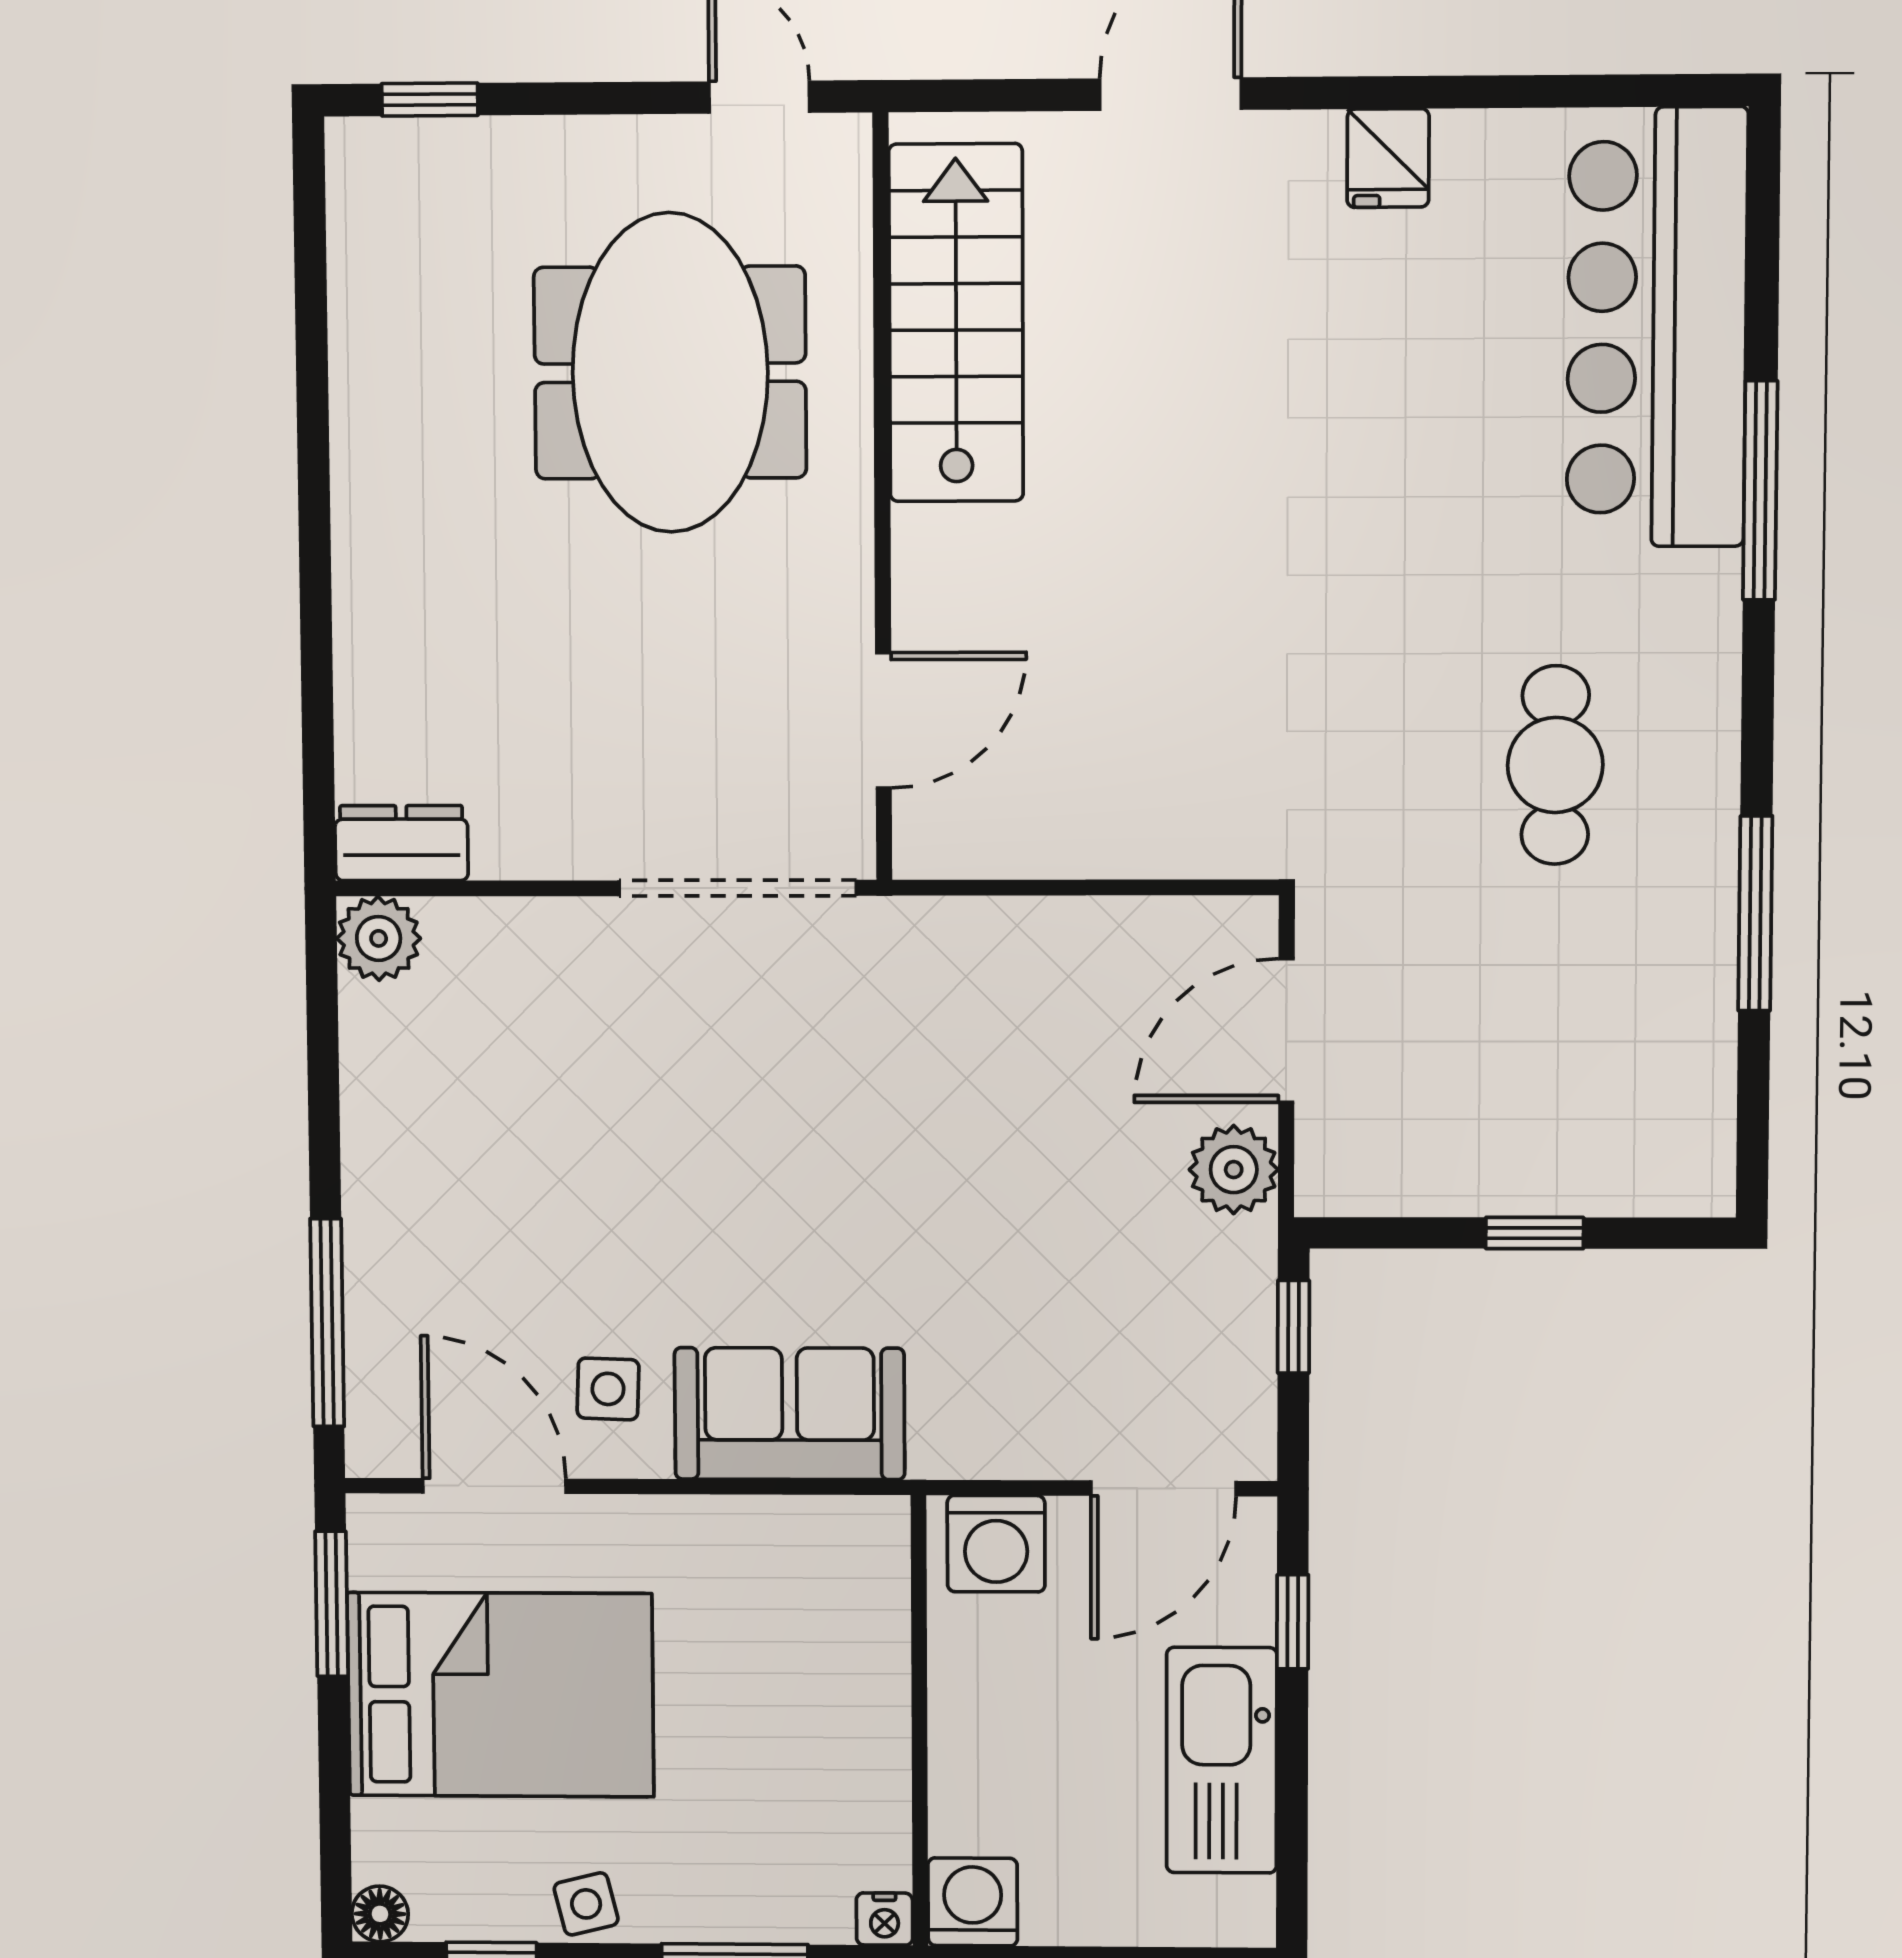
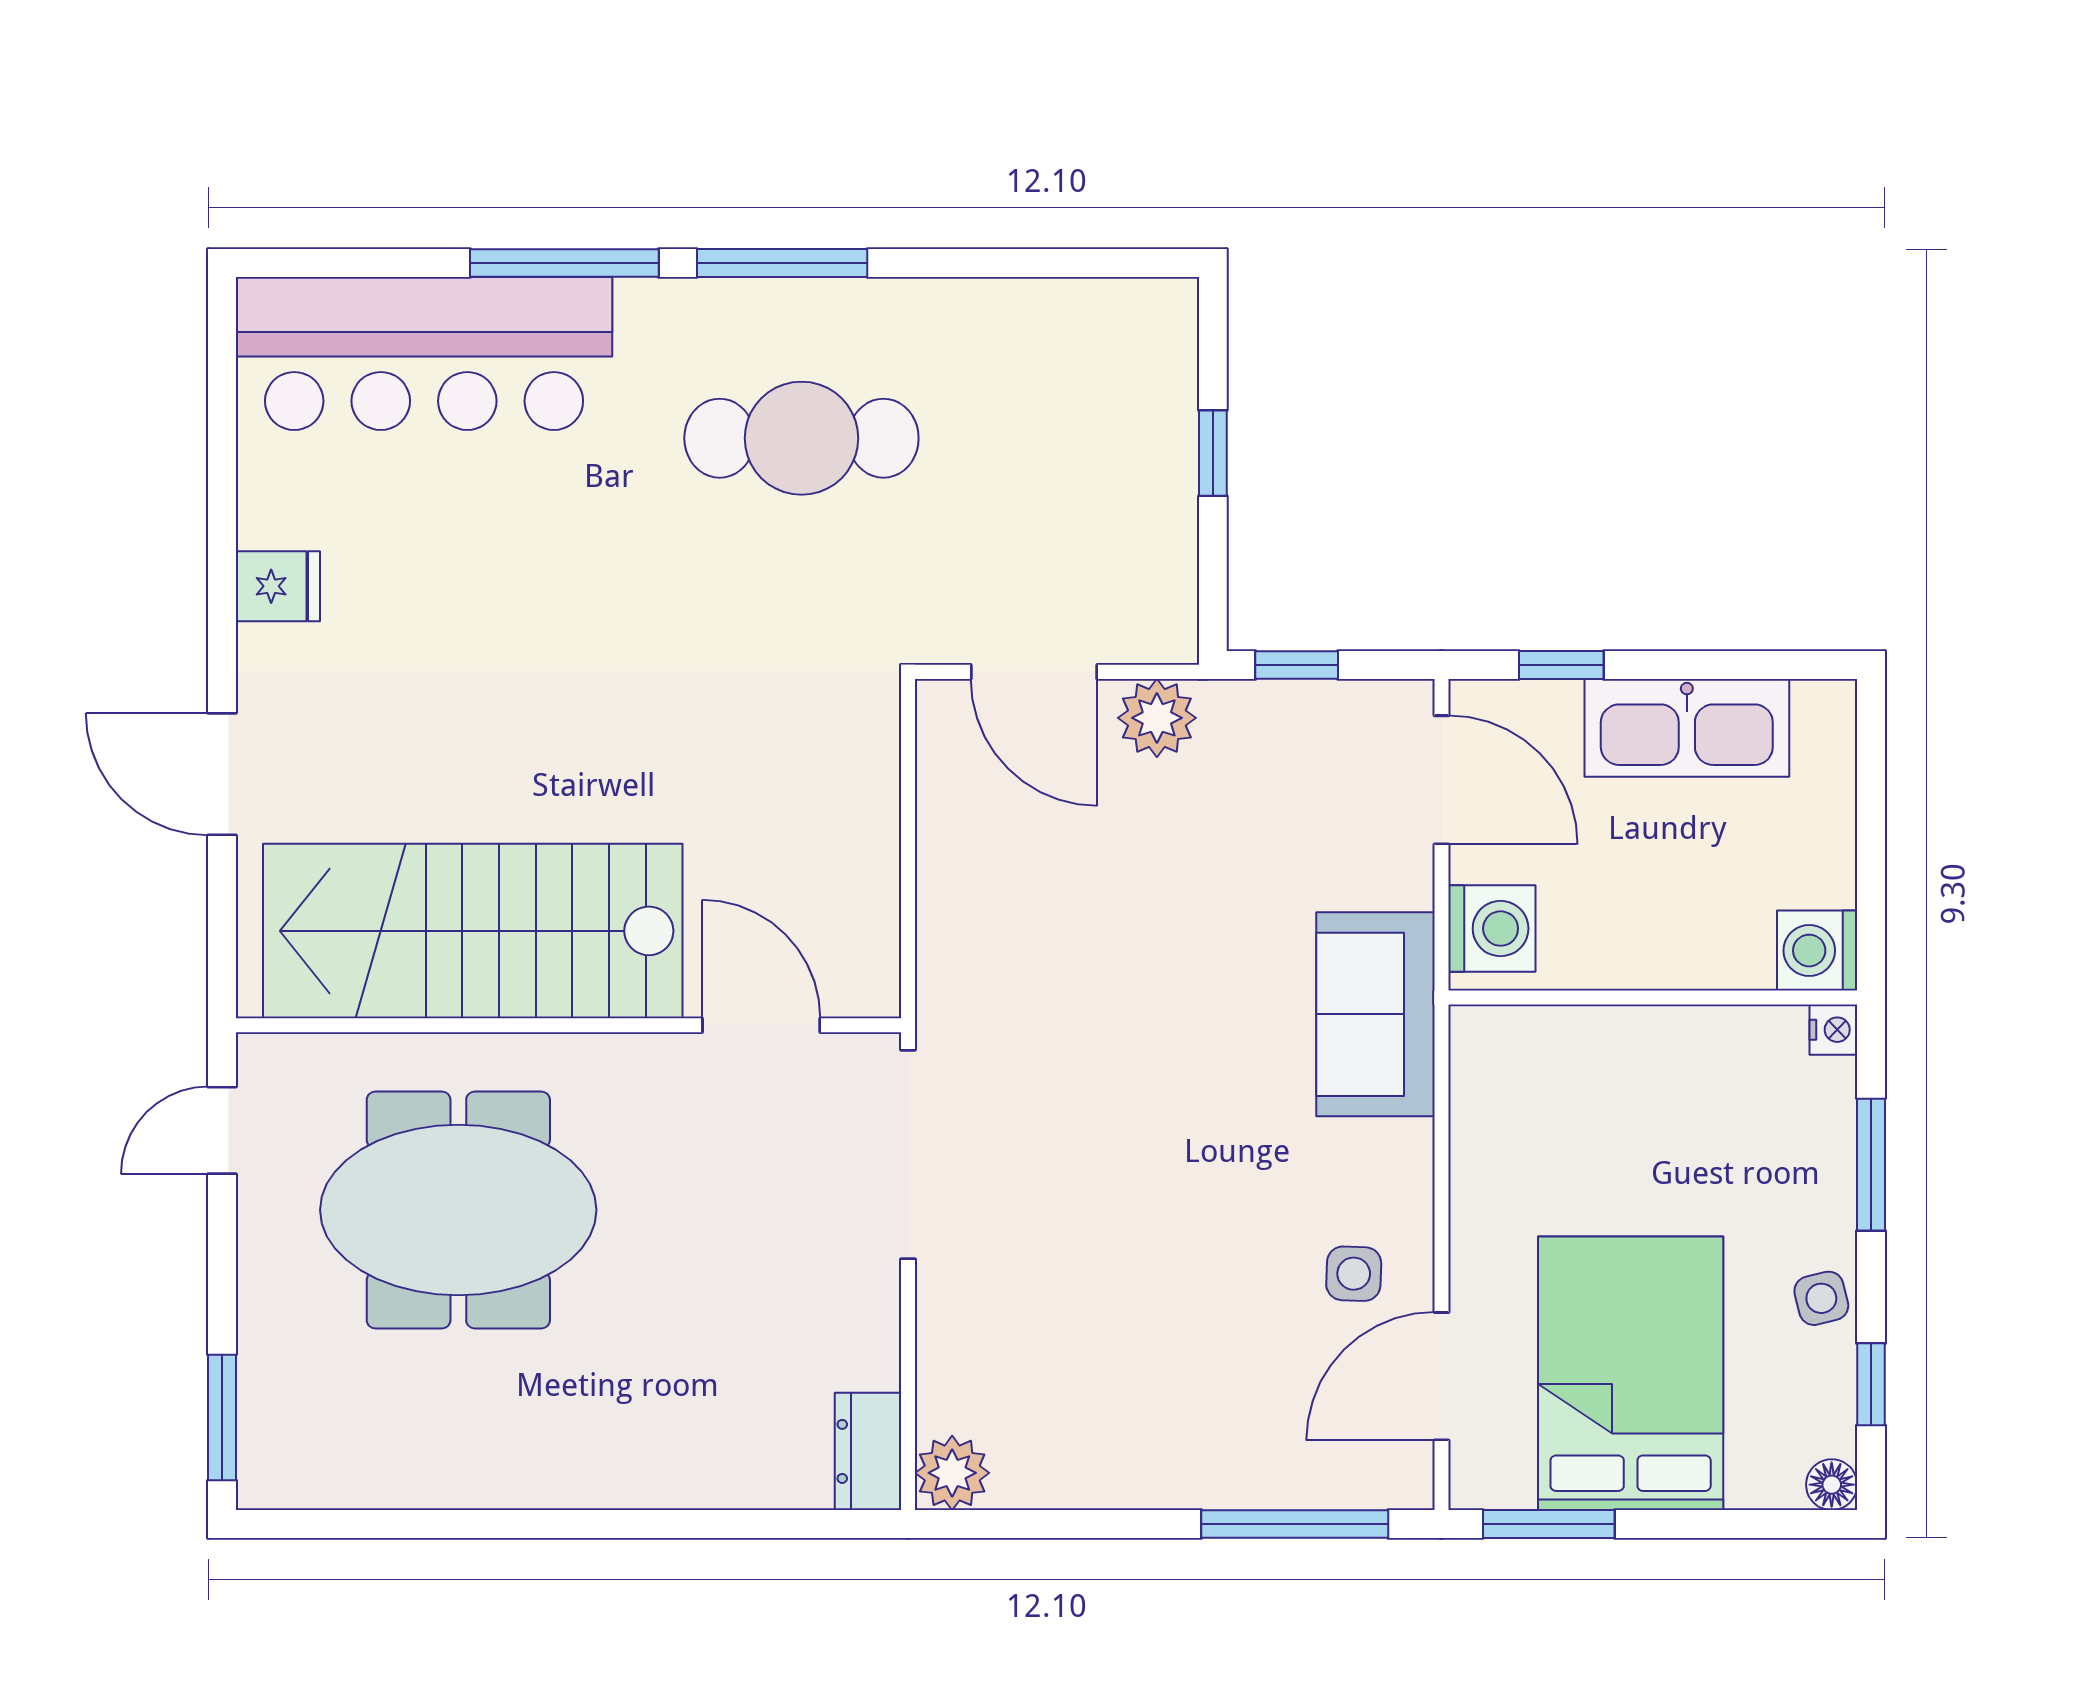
window: (430, 100) -> (222, 1417), width x1.50
stairs: (956, 323) -> (473, 931), width x1.36, depth x1.51
cafe table: (1555, 765) -> (801, 438), width x1.37, depth x1.35
window: (1755, 913) -> (782, 263), moved
sofa: (790, 1414) -> (1376, 1014), moved

